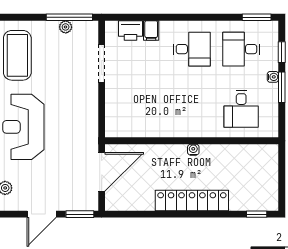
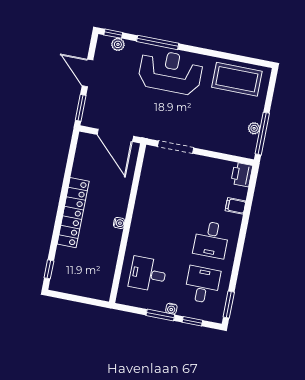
printer: (130, 30) -> (242, 175), moved
doorway: (102, 64) -> (176, 147), moved

